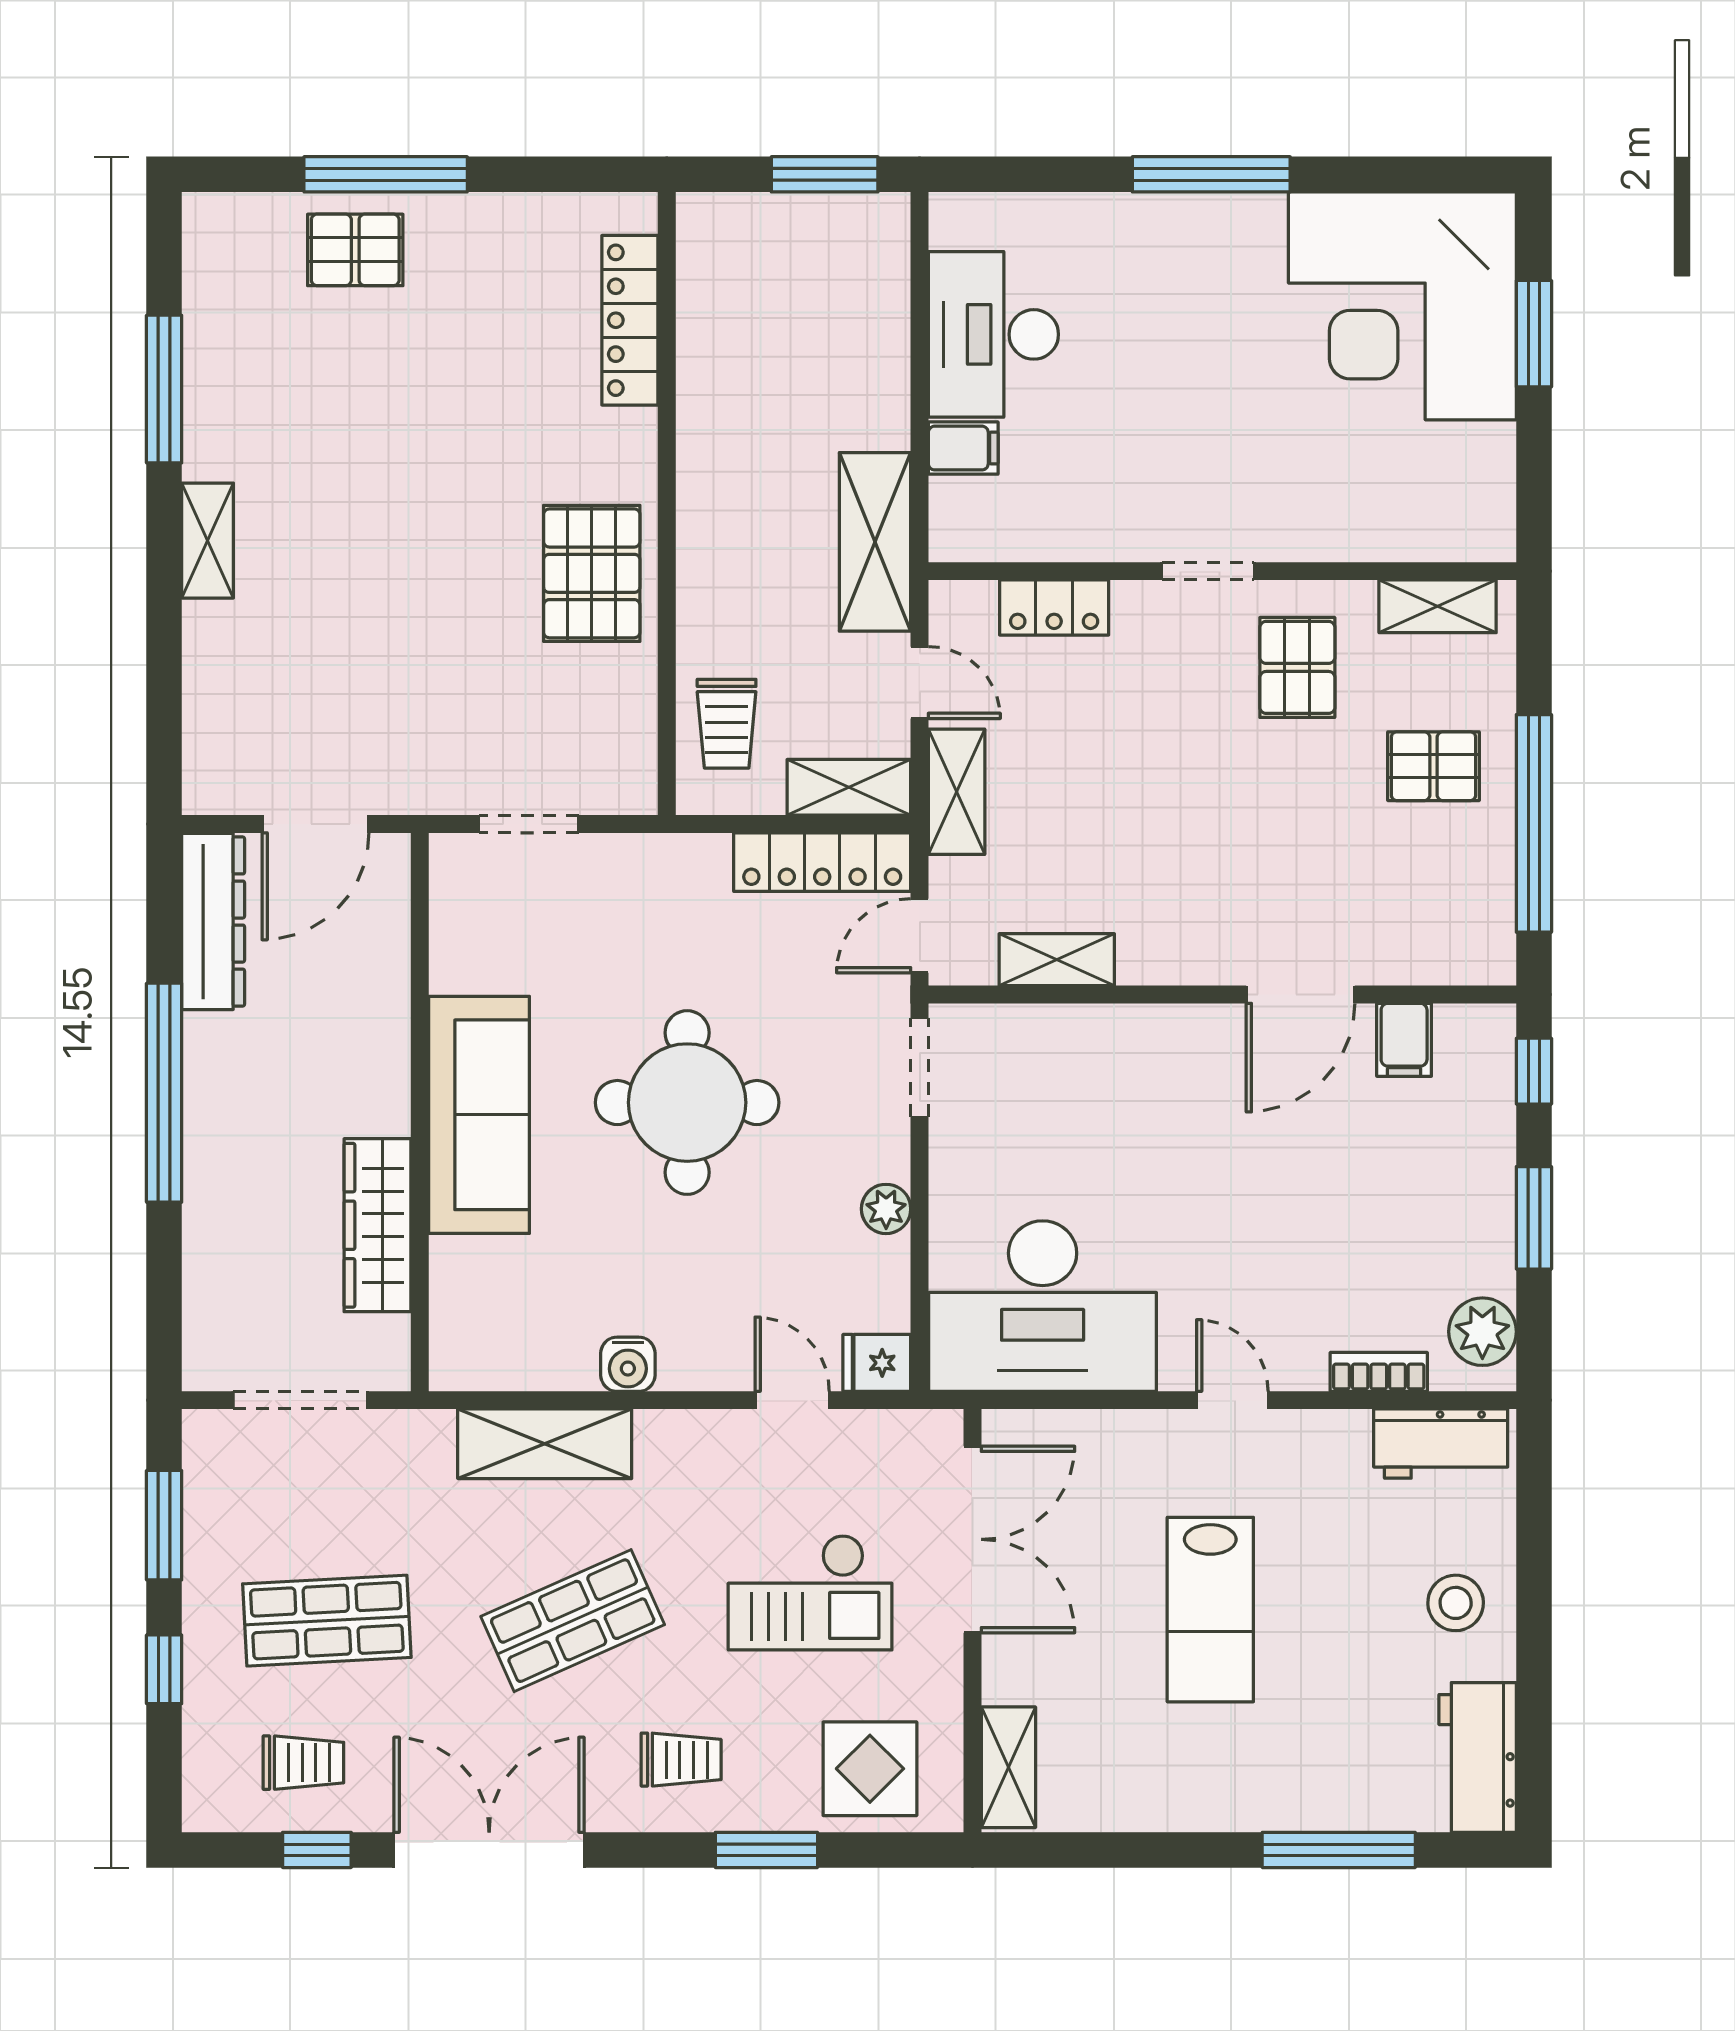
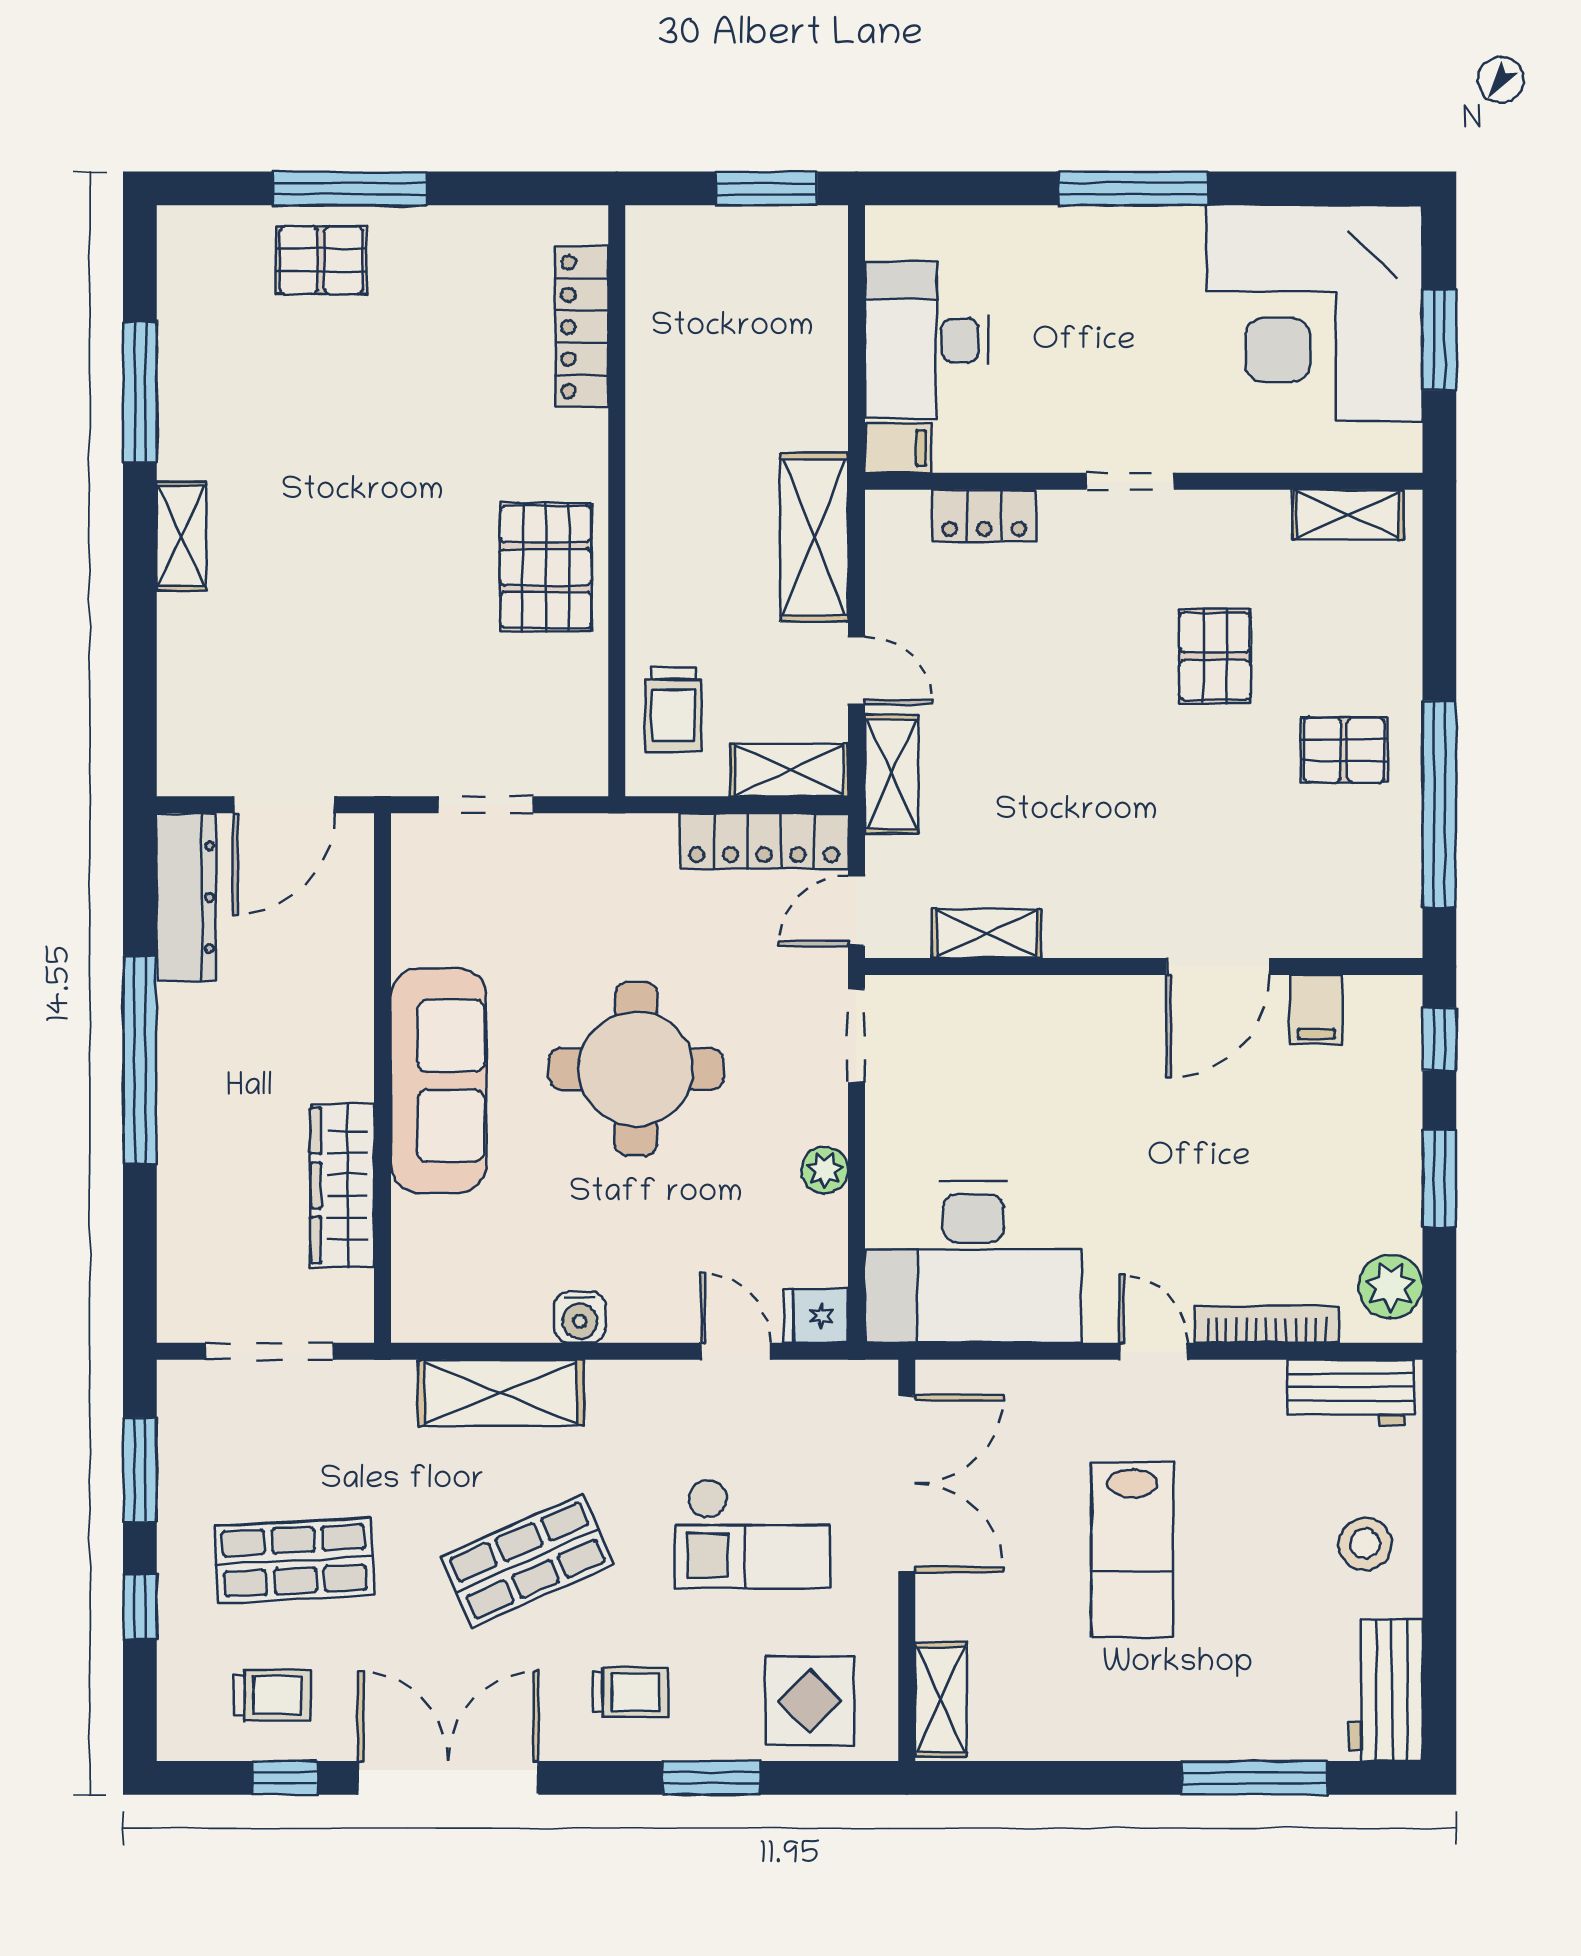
doorway: (1208, 571) -> (1130, 481), moved
wall: (1222, 571) -> (1144, 481), moved
shelving: (1438, 606) -> (1348, 515), moved
locker: (1054, 608) -> (984, 516), moved
bookcase: (1379, 1372) -> (1266, 1324), width x1.56

